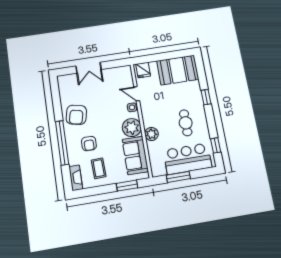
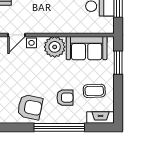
plant: (151, 134) -> (66, 26), removed

